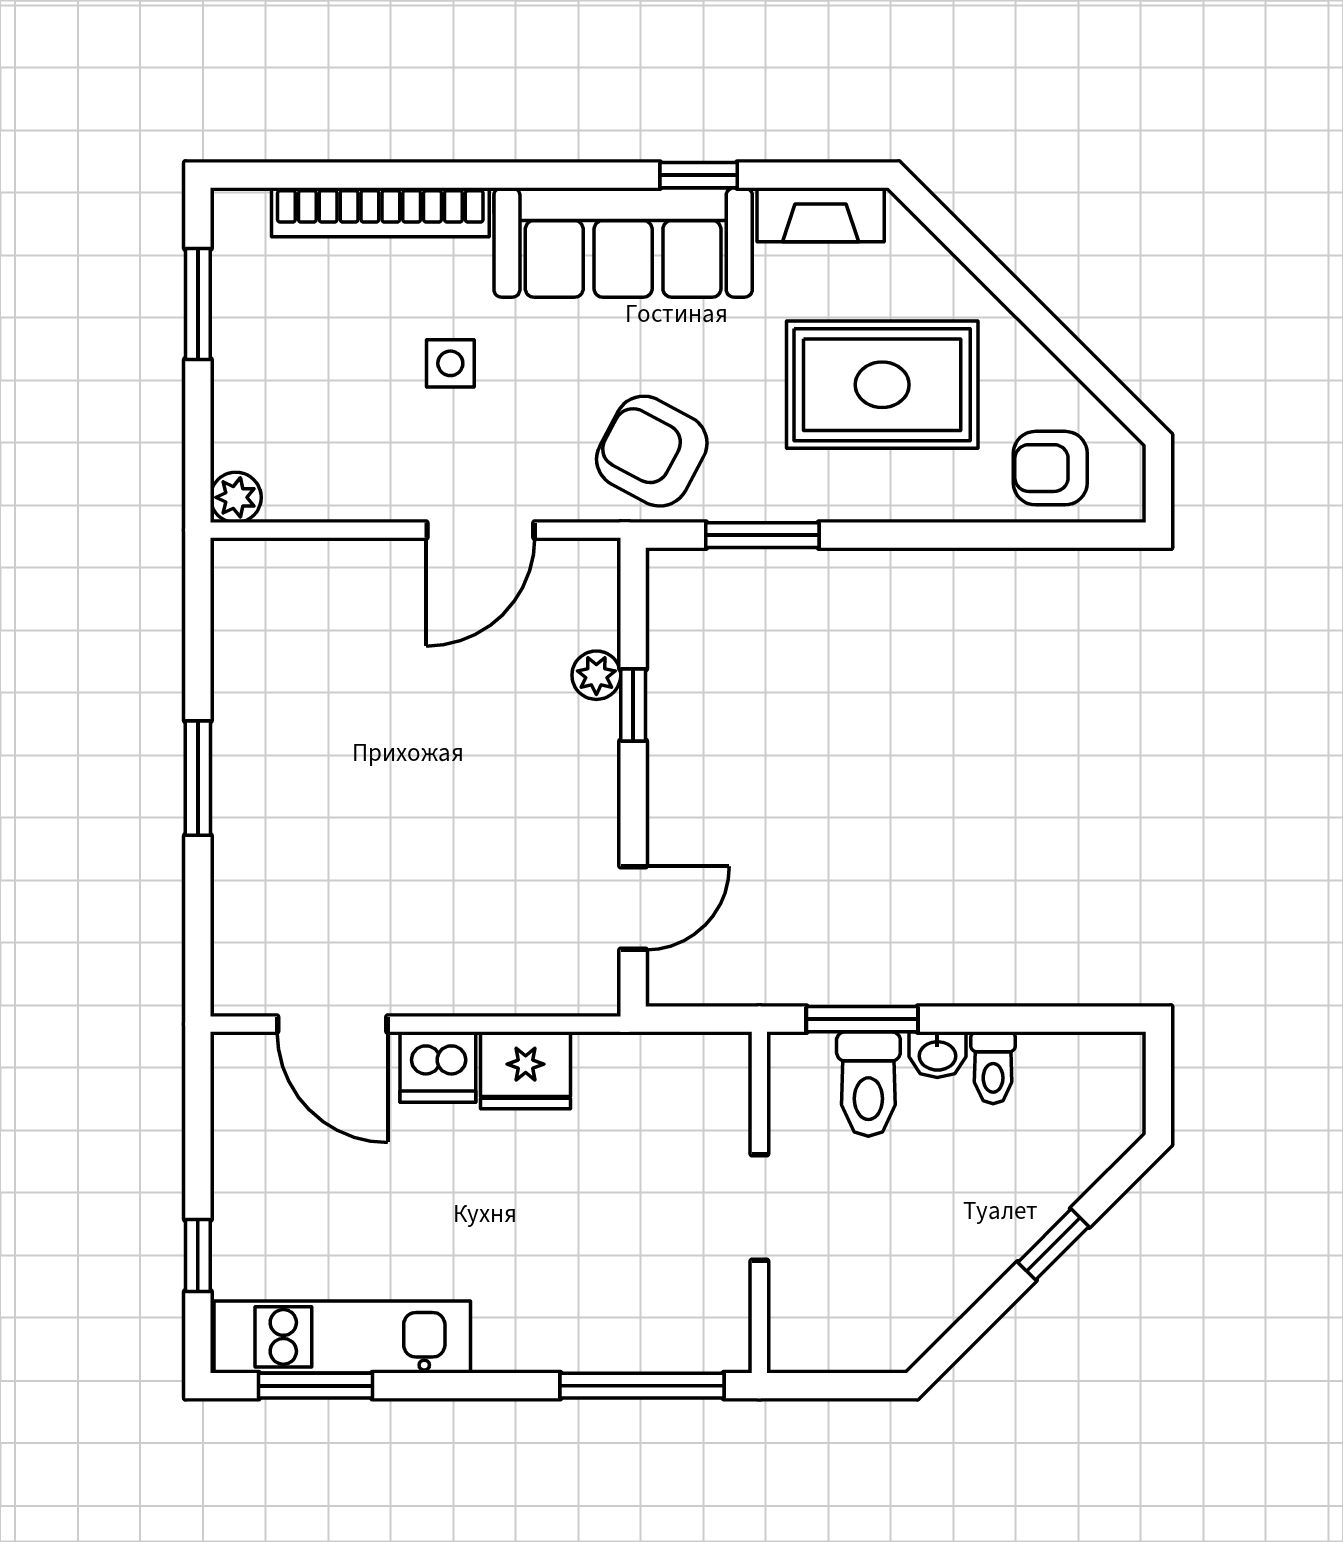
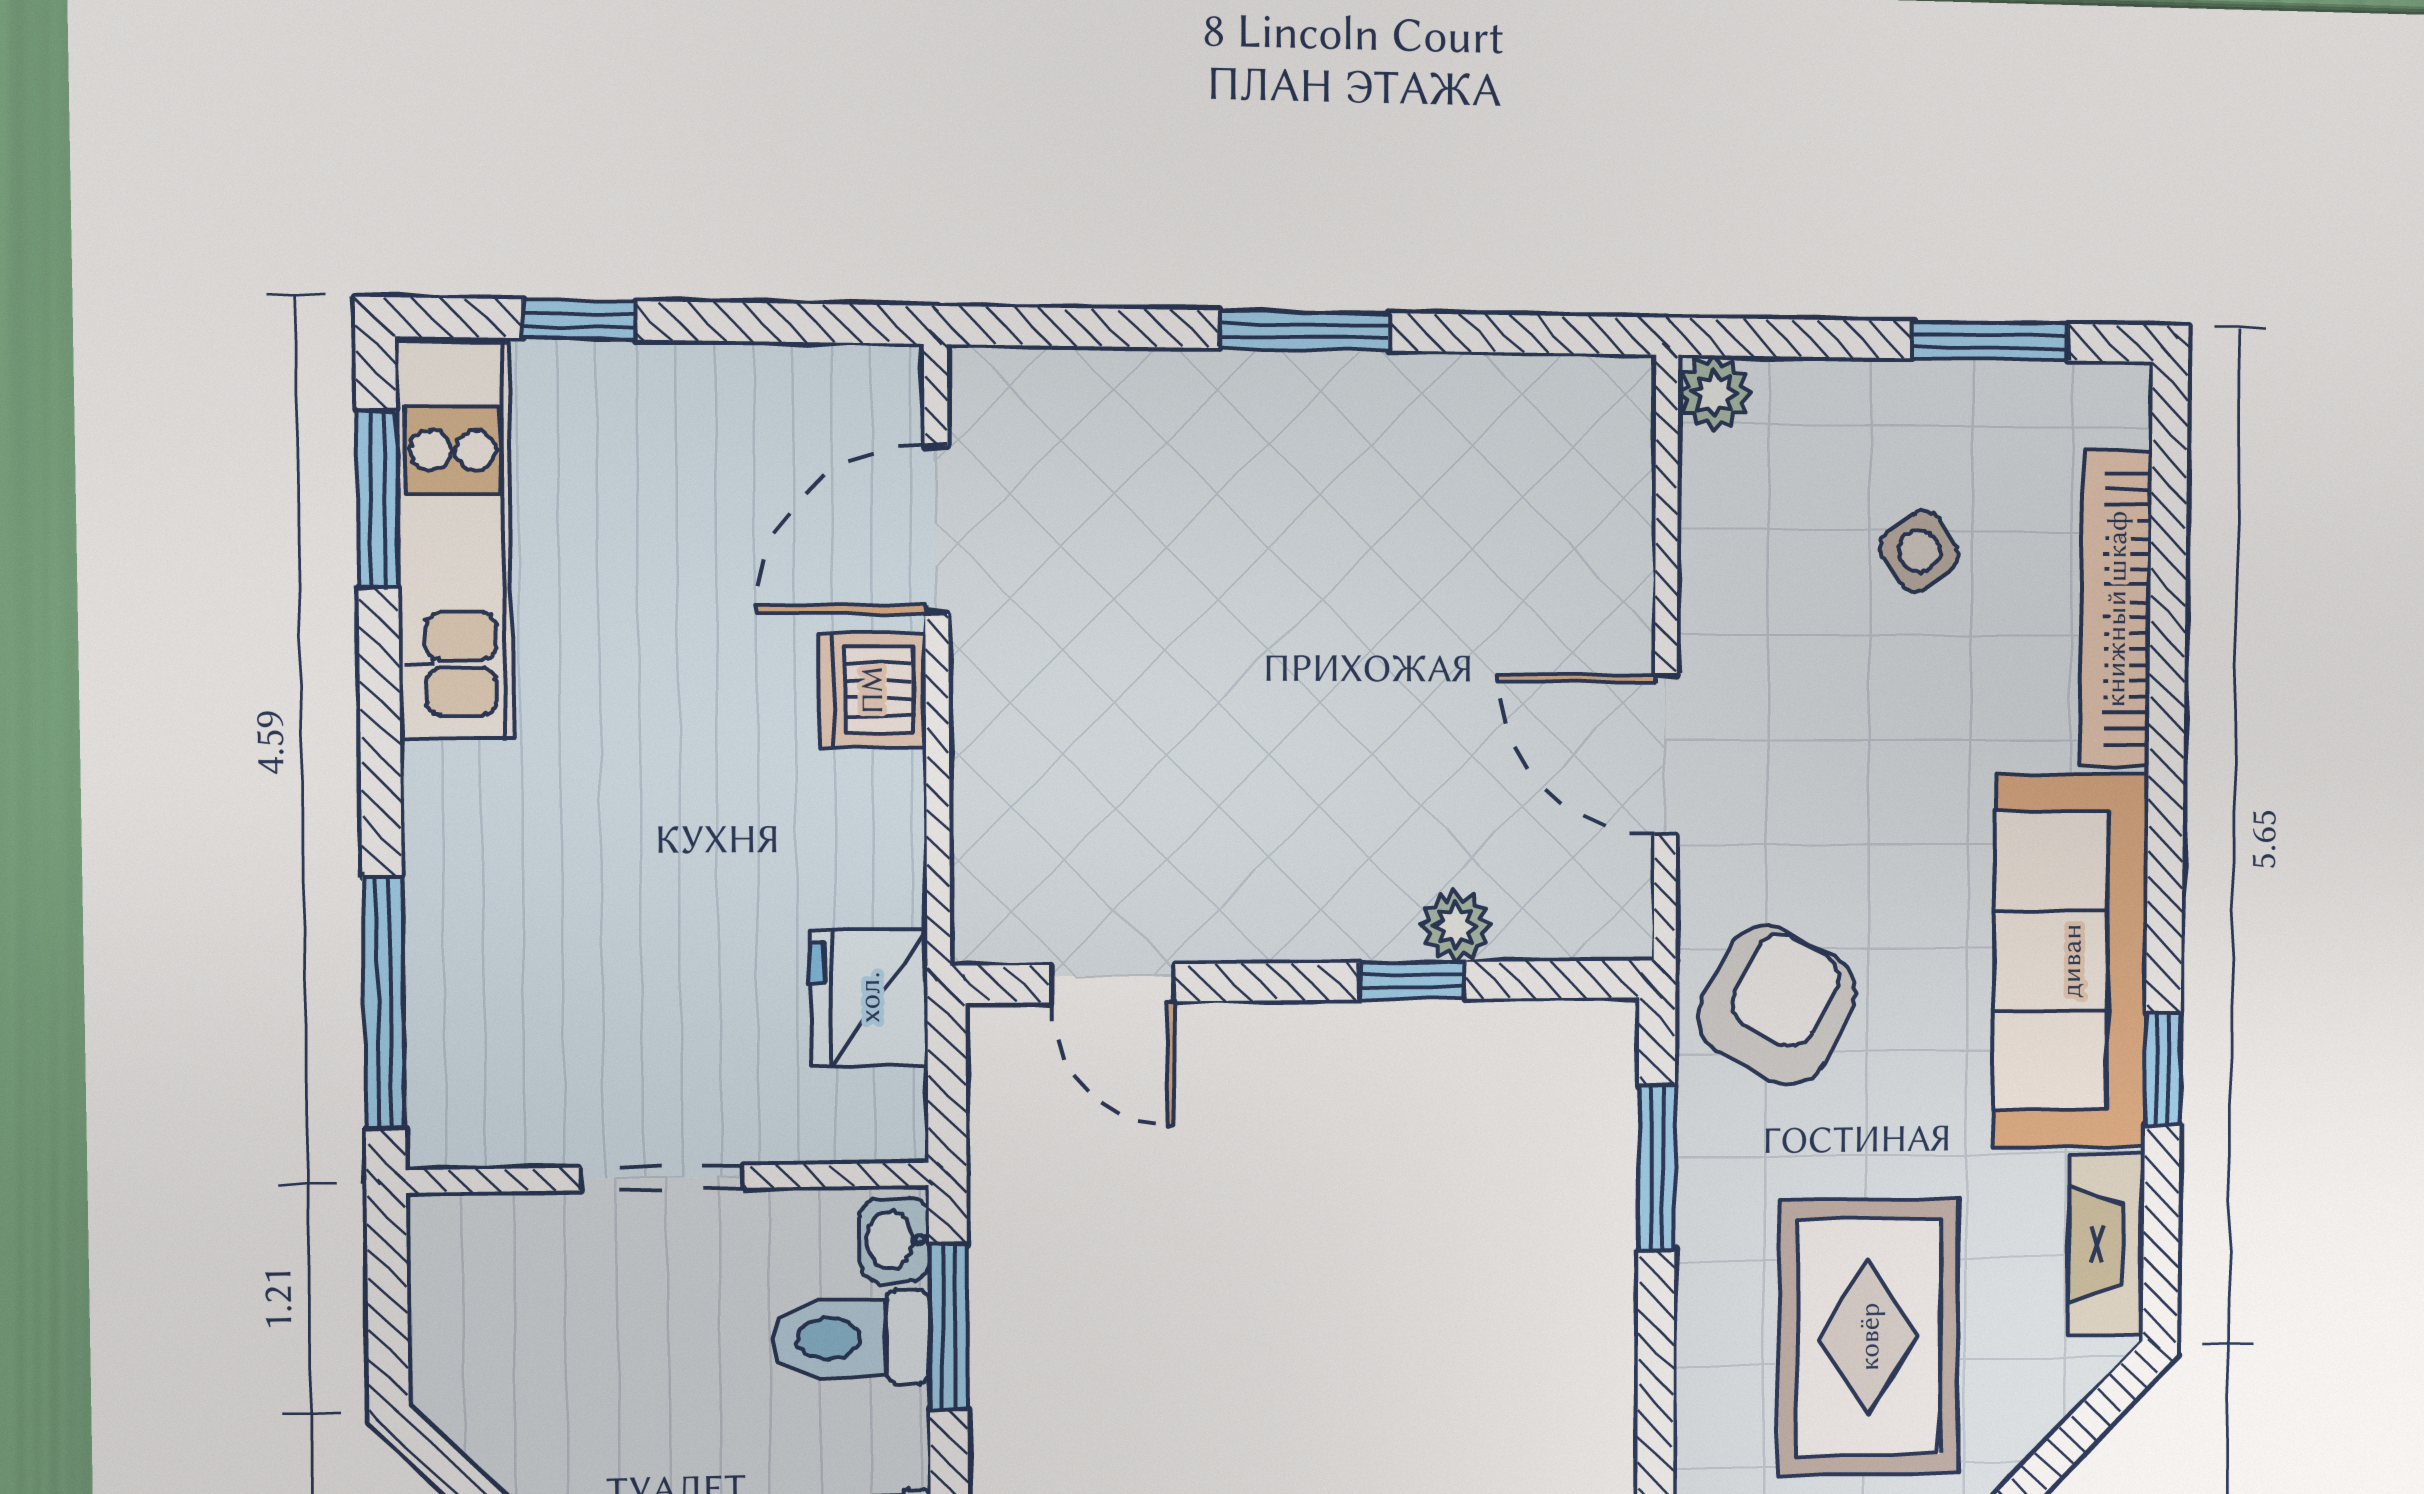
side table: (450, 363) -> (1919, 551), moved, turned -34
washbasin: (937, 1055) -> (895, 1240), moved
fridge: (526, 1070) -> (869, 997), moved

